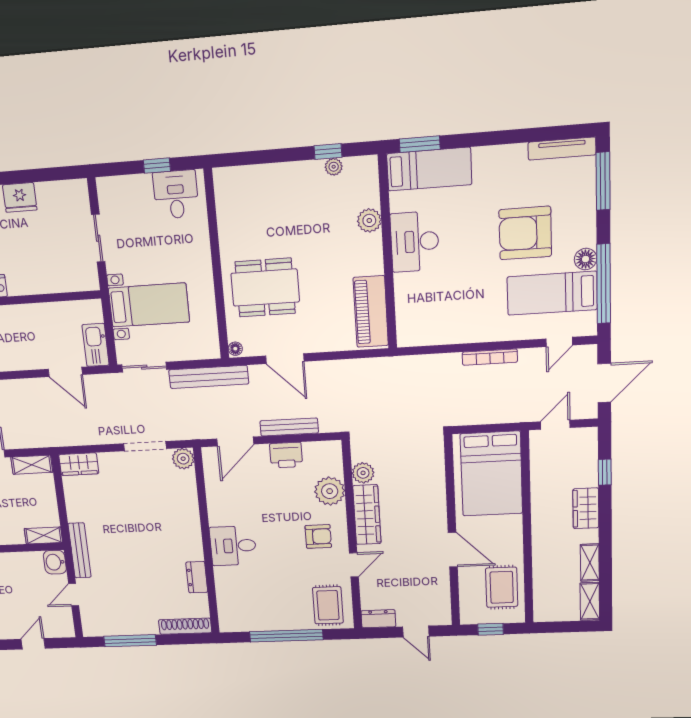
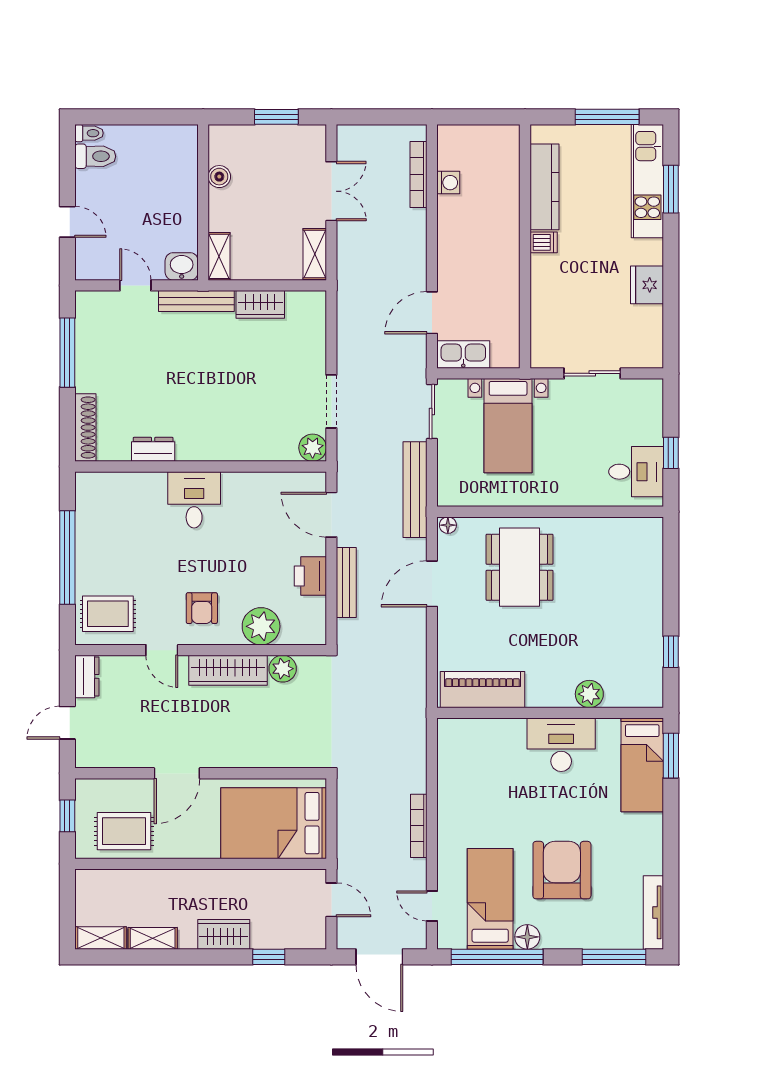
plant: (334, 167) -> (653, 657), removed
wardrobe: (79, 464) -> (260, 304), moved, turned -90

